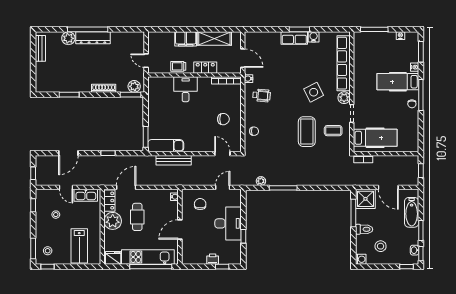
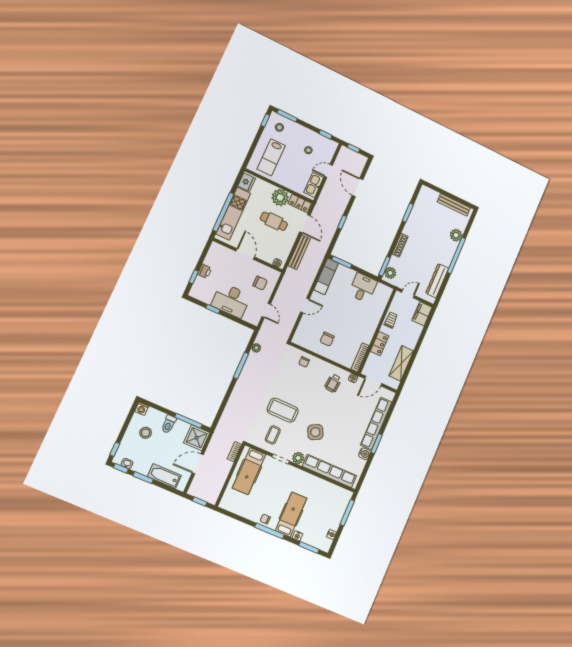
dresser: (93, 38) -> (437, 281), moved
row of seats: (294, 38) -> (376, 423), width x2.02
filing cabinet: (186, 39) -> (422, 314), moved
bench: (40, 48) -> (454, 205), width x1.36
desk: (186, 89) -> (363, 288), moved, turned -90
door: (222, 154) -> (305, 305), moved
bench: (174, 160) -> (299, 252), moved
lab bench: (79, 246) -> (271, 157), turned -90

